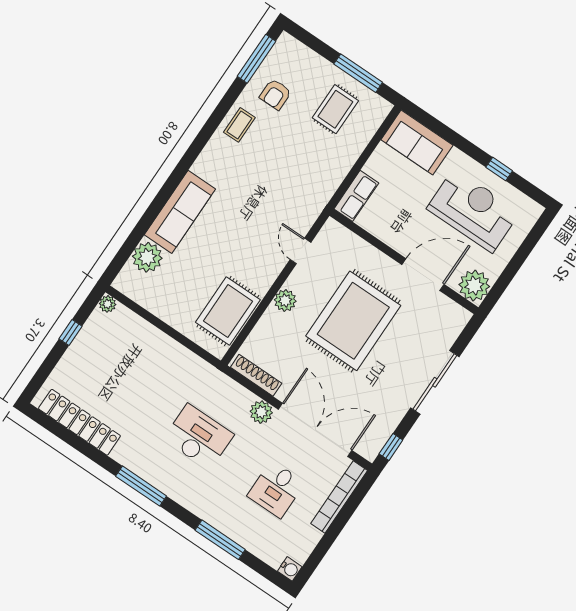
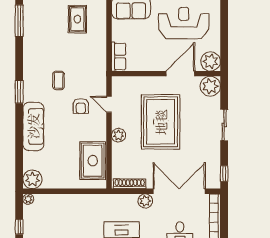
armchair: (275, 94) -> (81, 106), moved
coffee table: (239, 125) -> (59, 80), moved
window: (192, 153) -> (19, 92), added
plant: (147, 257) -> (32, 179), moved
plant: (451, 318) -> (210, 86), added
sliding door: (435, 382) -> (224, 125), width x0.73

